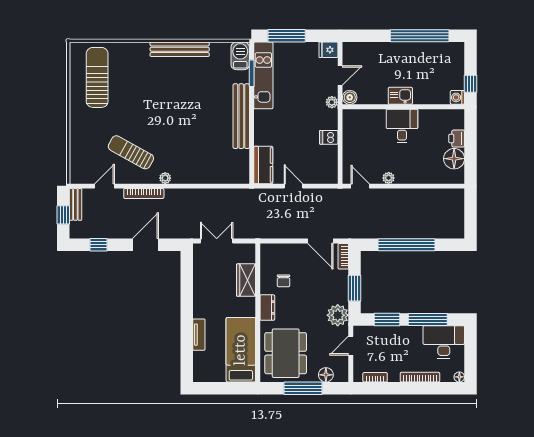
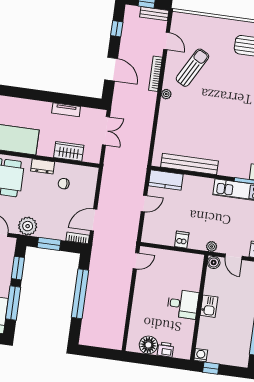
bench: (241, 116) -> (189, 164), moved
plant: (389, 178) -> (140, 286), removed
tv unit: (199, 335) -> (66, 110), moved

